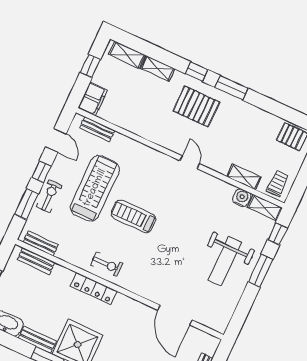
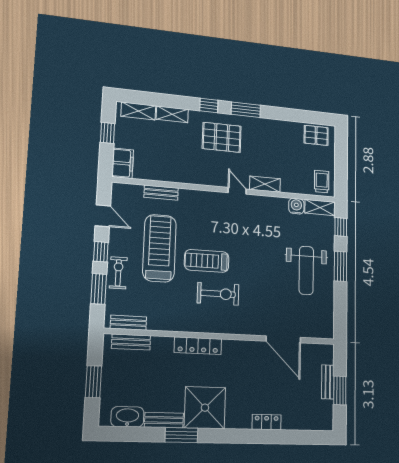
bench: (97, 129) -> (161, 193), moved
shelving: (244, 177) -> (265, 184), moved
exercise bike: (107, 264) -> (218, 294), moved, width x1.38, depth x1.39

